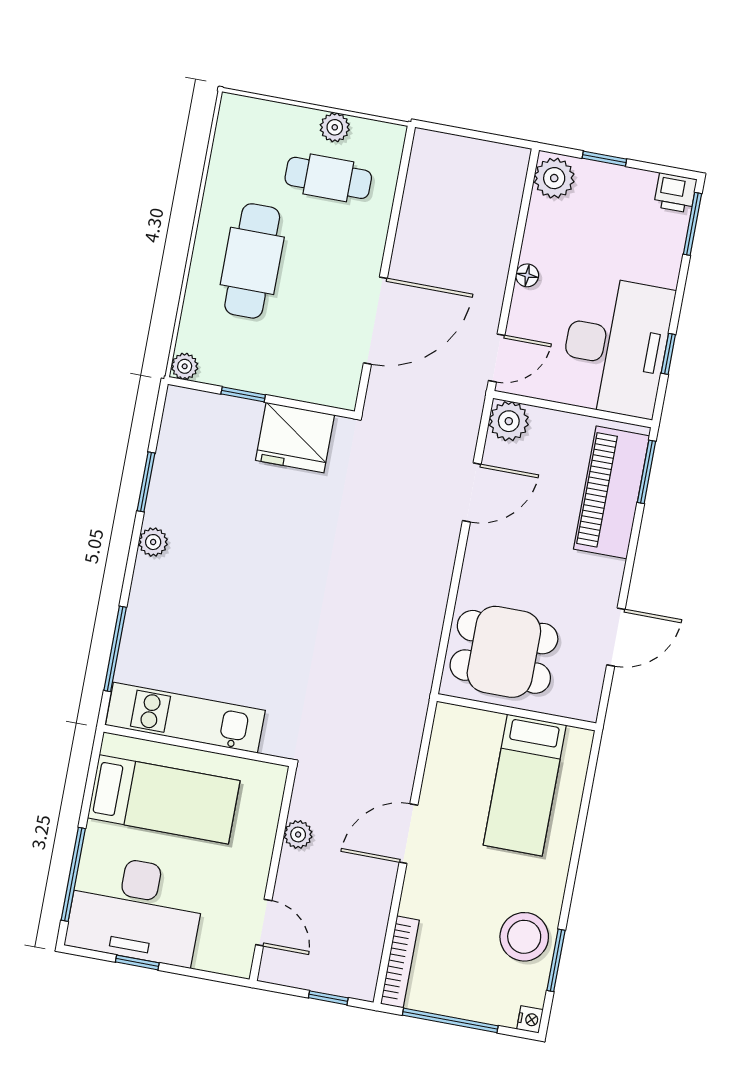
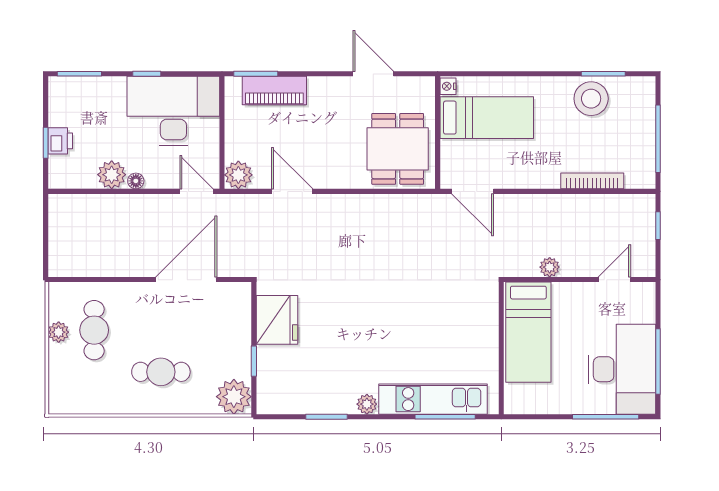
plant: (554, 178) -> (112, 175), moved
printer: (675, 193) -> (60, 141), moved
cafe table: (252, 261) -> (161, 372), width x0.73, depth x0.74
door: (375, 321) -> (186, 280), hinge flipped
window: (668, 354) -> (147, 74), moved
plant: (185, 366) -> (234, 397), width x1.88, depth x1.88
piano: (611, 492) -> (274, 91), width x0.73, depth x0.75
kitchen unit: (185, 718) -> (433, 399), moved, turned 90
bed: (164, 799) -> (528, 332), moved, turned 180
door: (408, 834) -> (473, 191), moved
window: (137, 962) -> (658, 362), width x2.17
bookcase: (400, 962) -> (592, 181), moved
nightstand: (530, 1019) -> (448, 86), moved, turned -90

